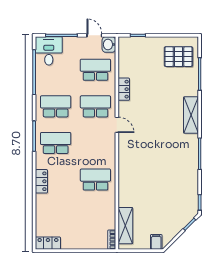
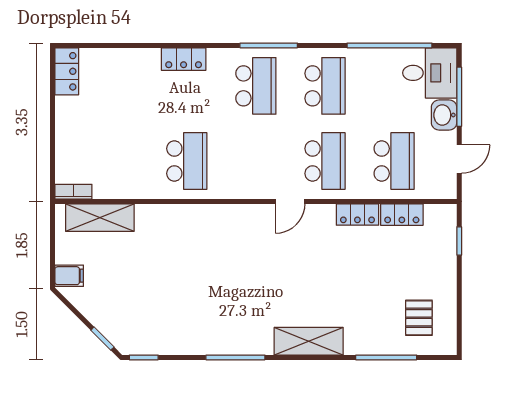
washbasin: (109, 44) -> (444, 115), moved, turned -90
pallet: (179, 57) -> (419, 318), width x0.67, depth x0.71
locker: (124, 66) -> (402, 215), added

